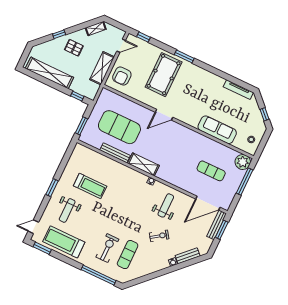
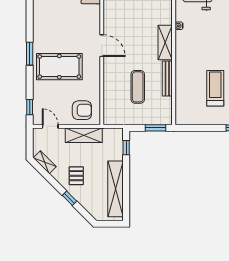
exercise mat: (119, 127) -> (138, 87), width x0.50, depth x0.69

